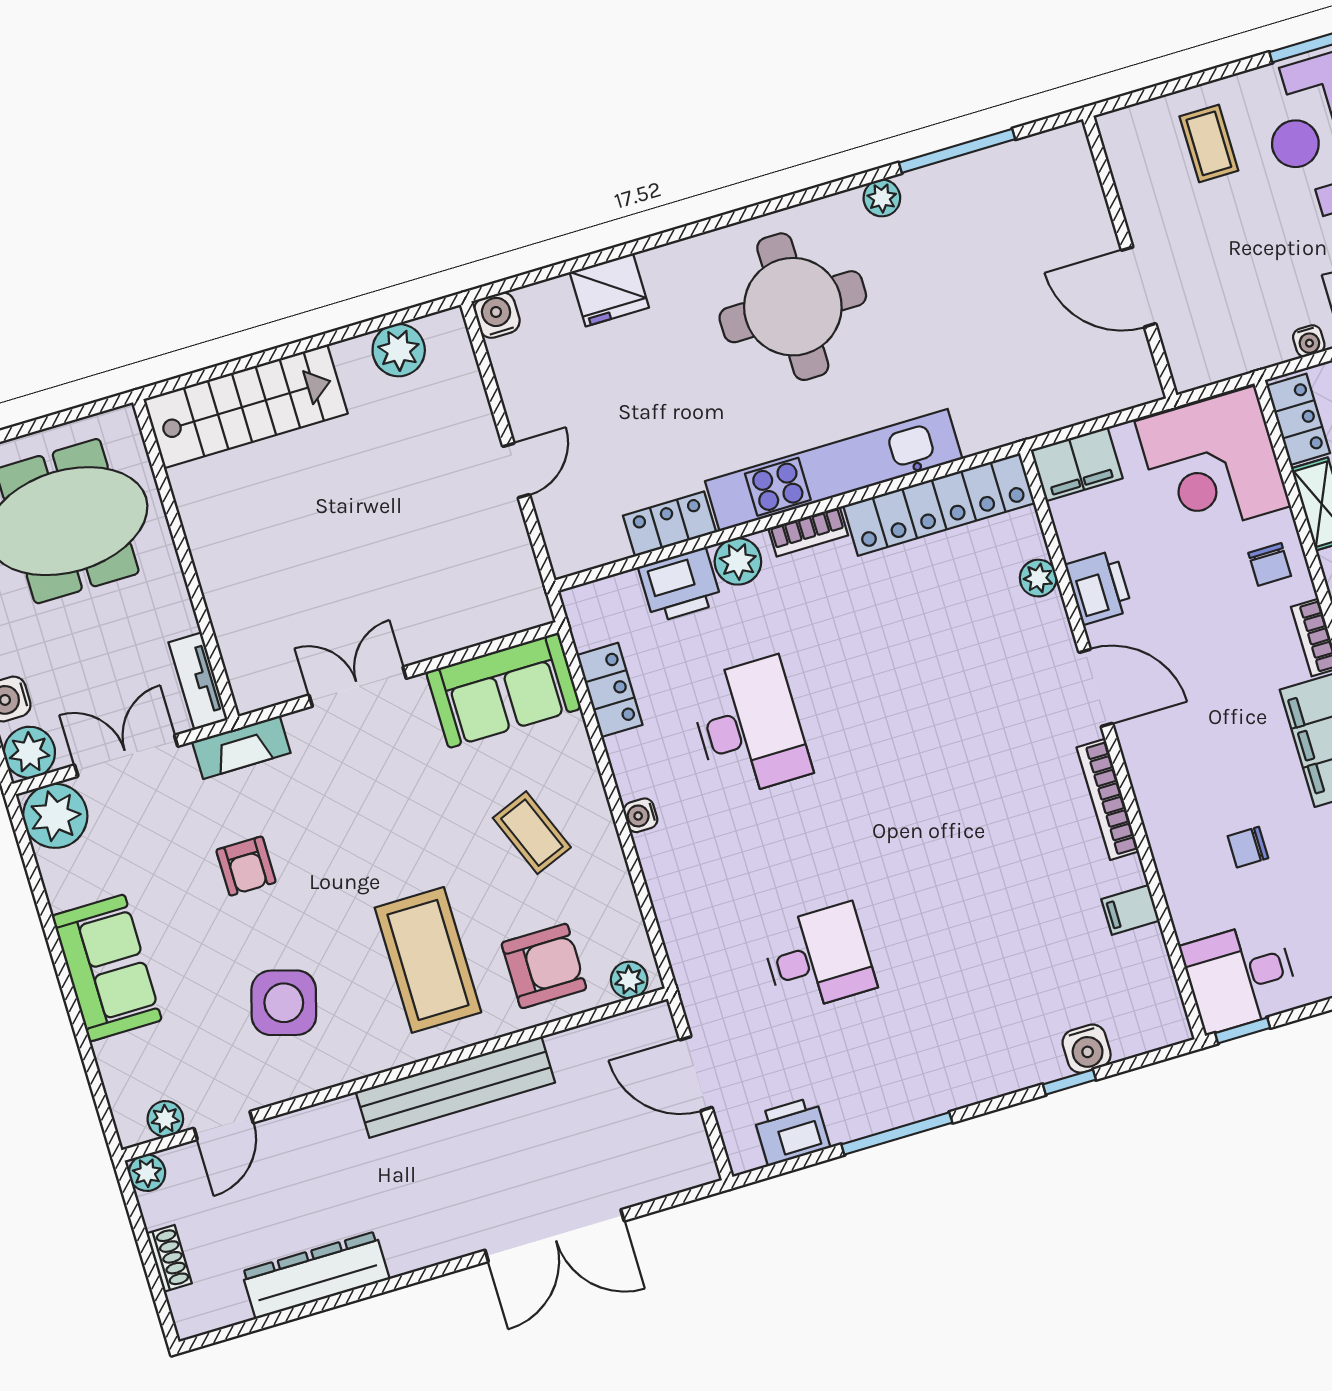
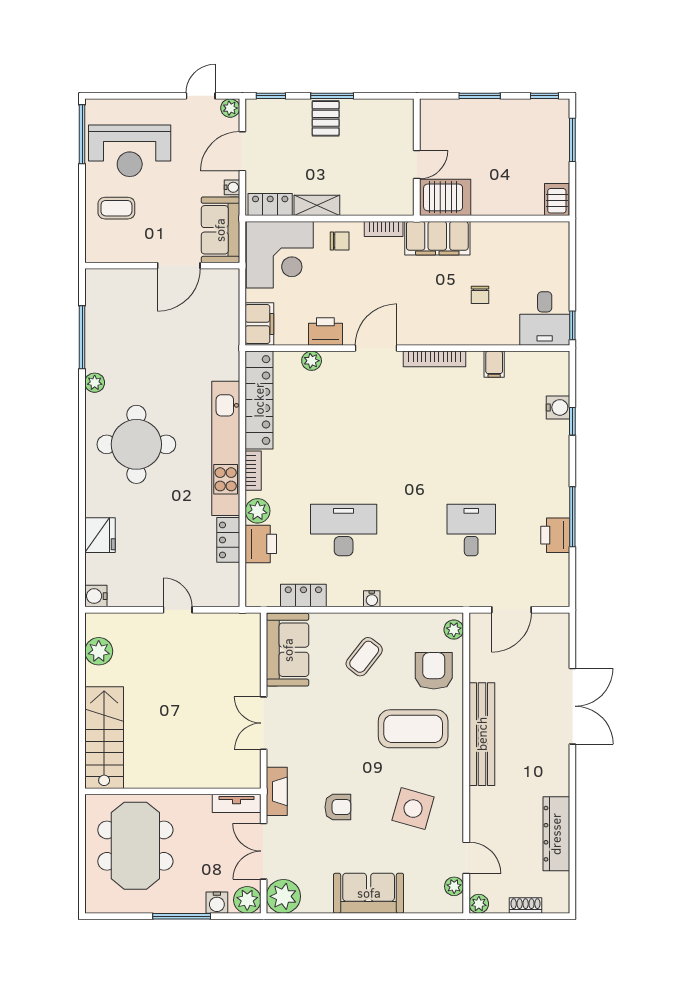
sofa: (1226, 343) -> (220, 230), added
coffee table: (532, 833) -> (364, 657), turned -30
printer: (792, 1131) -> (555, 535), moved

